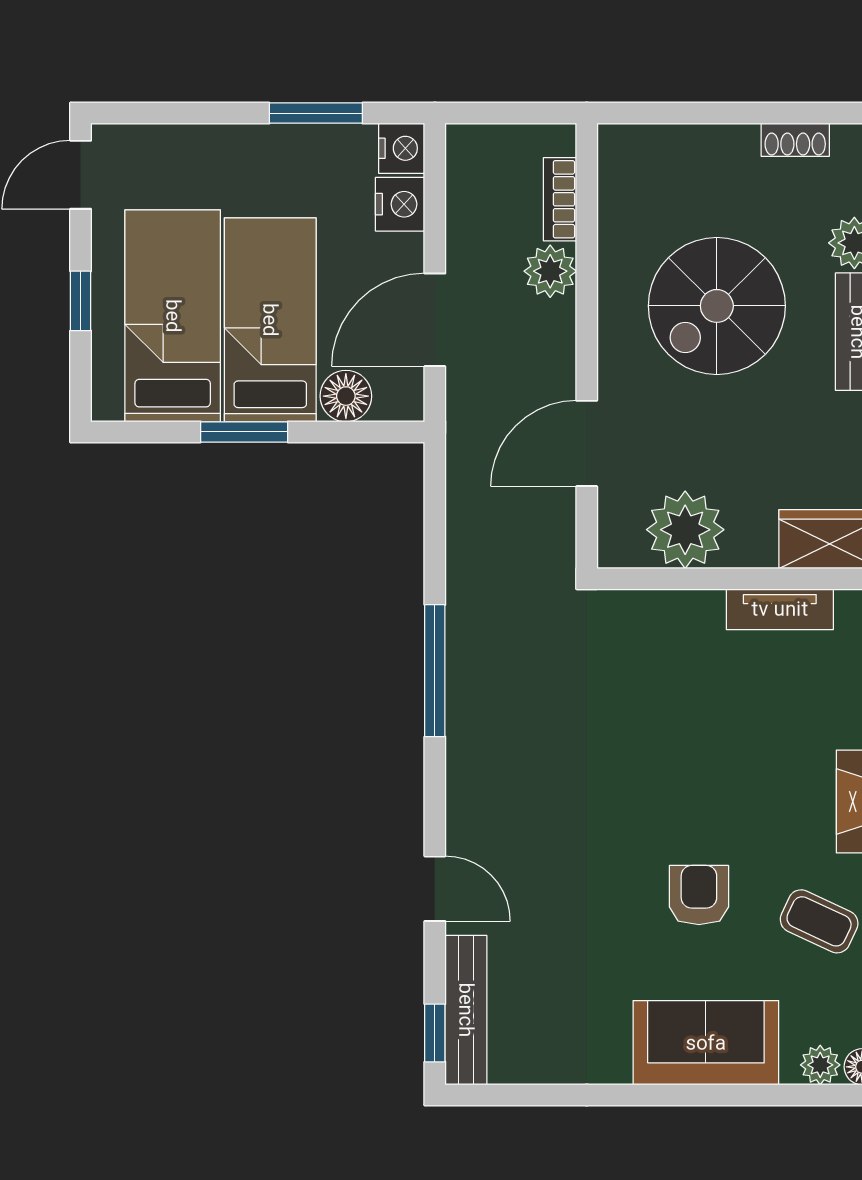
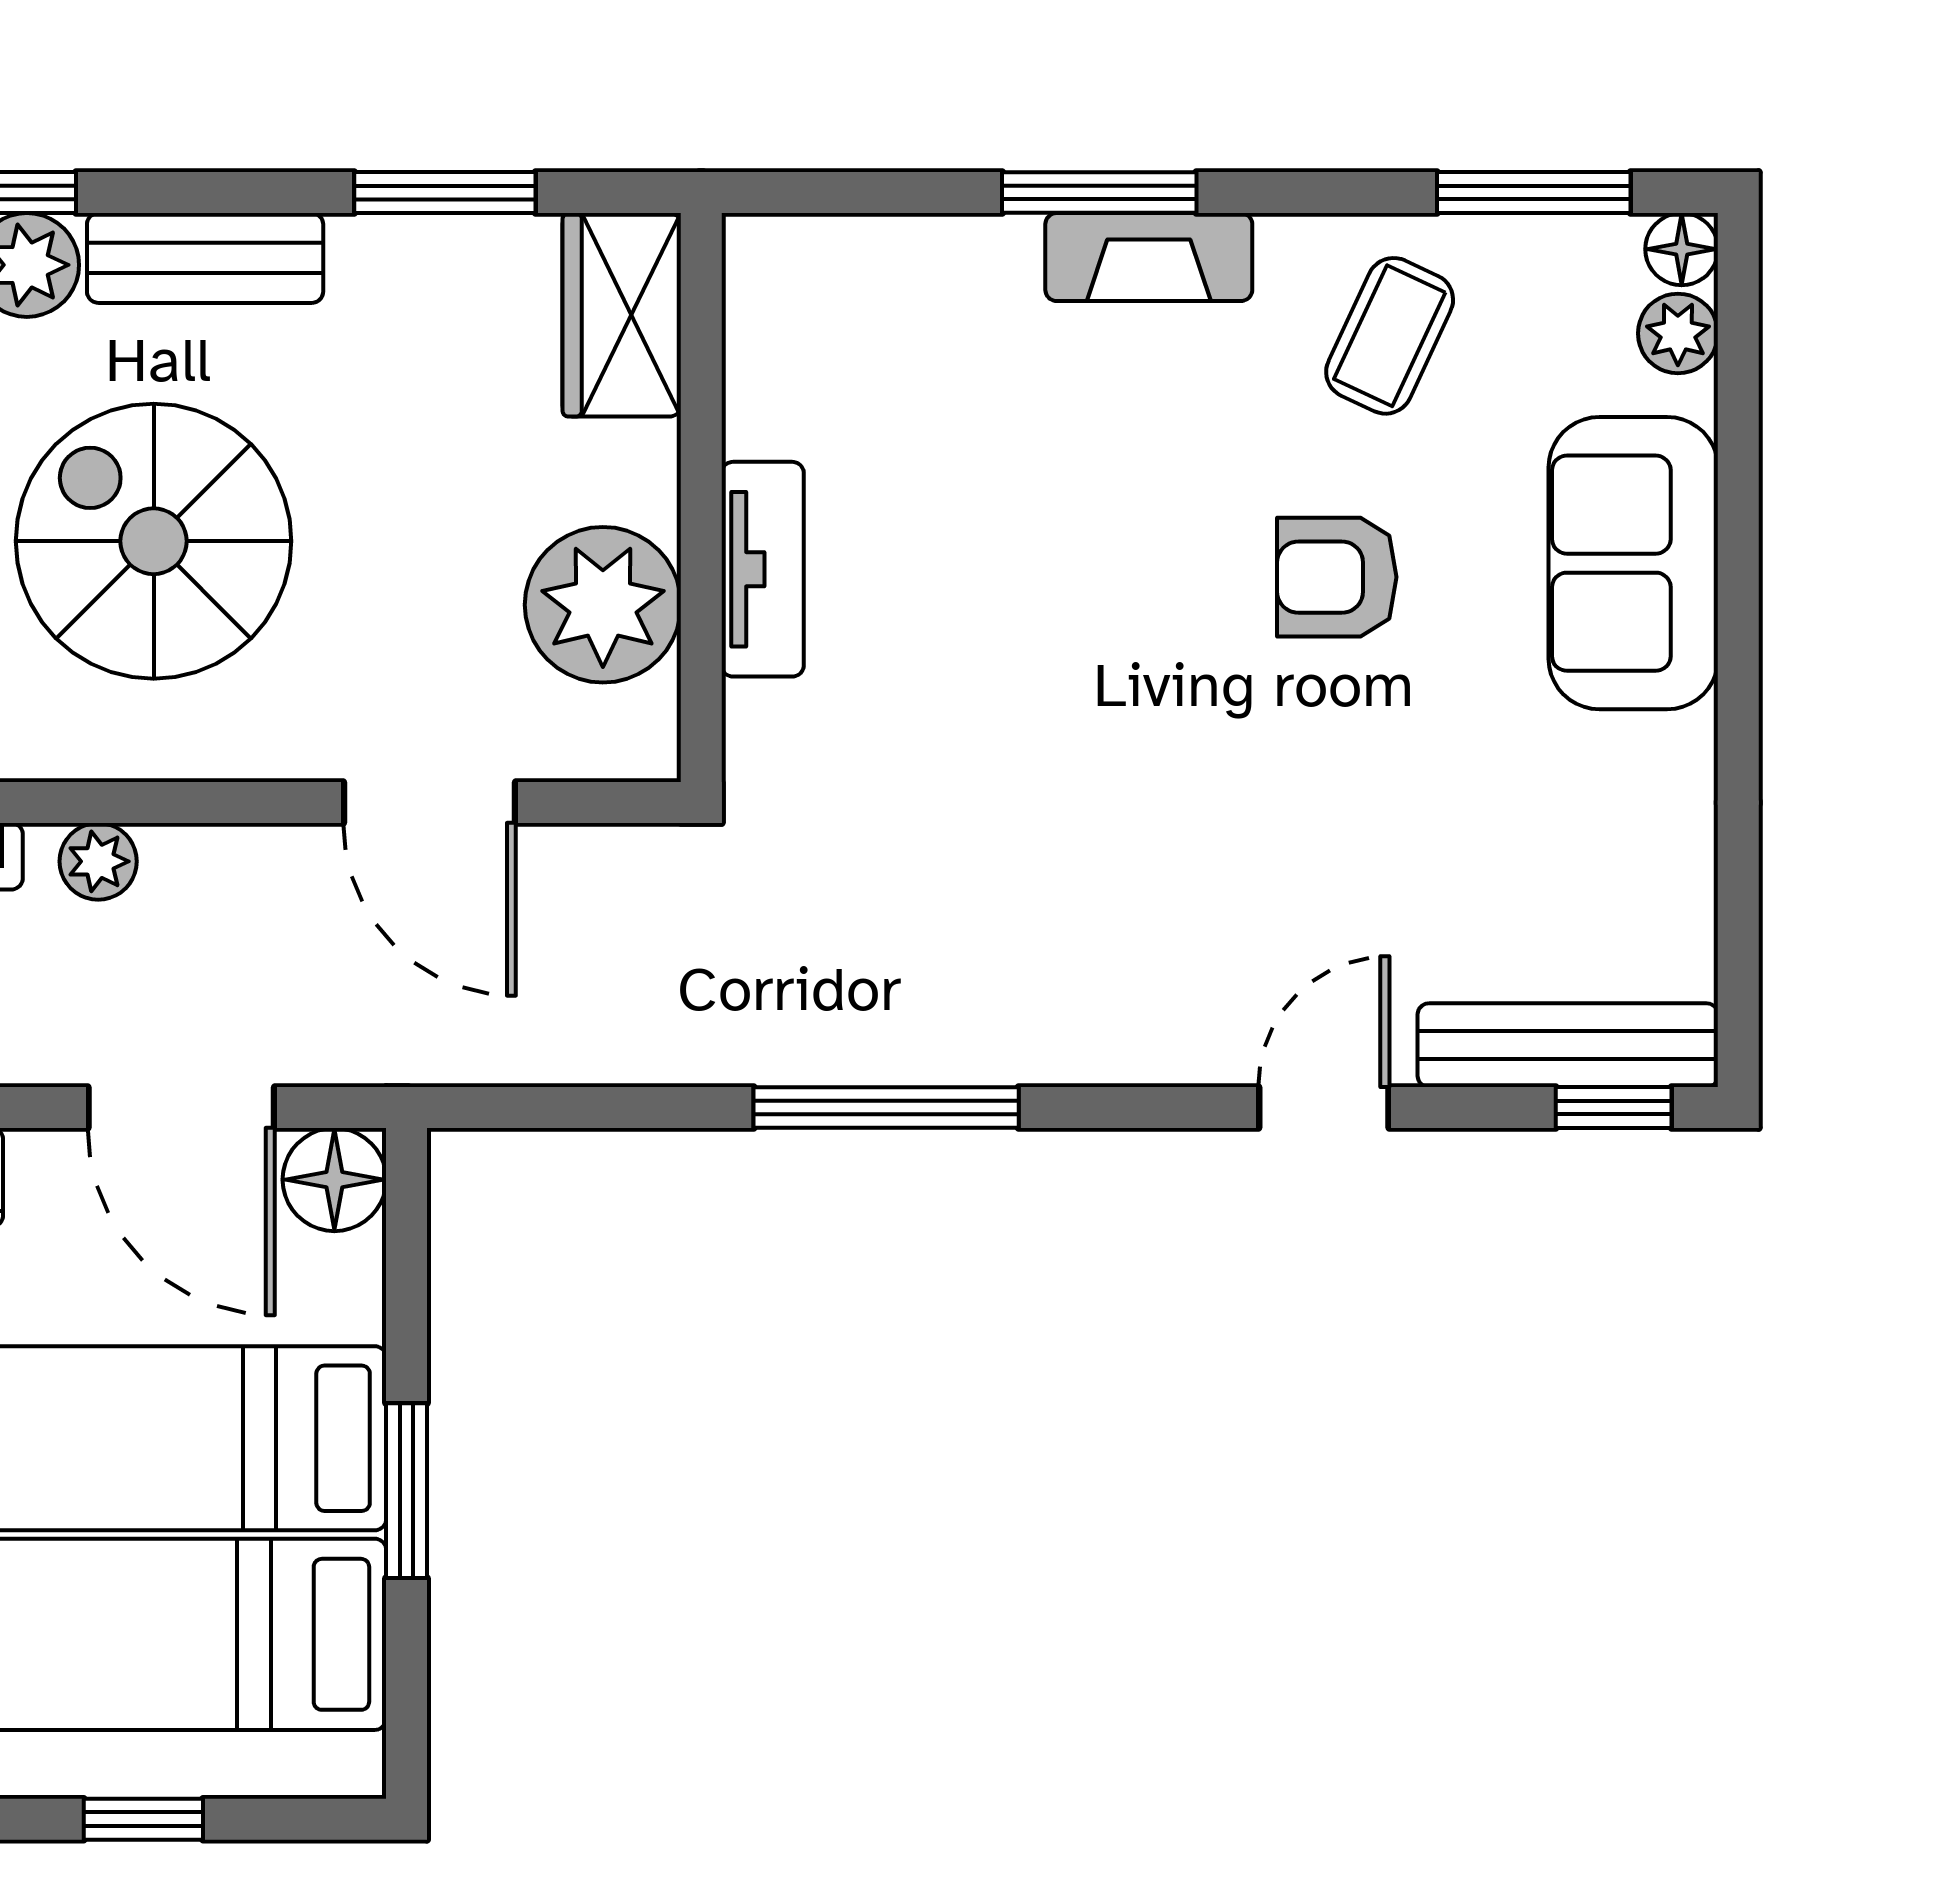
plant: (550, 271) -> (98, 861), width x0.73, depth x0.73
spiral stairs: (717, 306) -> (154, 541), turned 180
floor lamp: (346, 396) -> (334, 1180), moved
tv unit: (780, 609) -> (763, 569), moved

